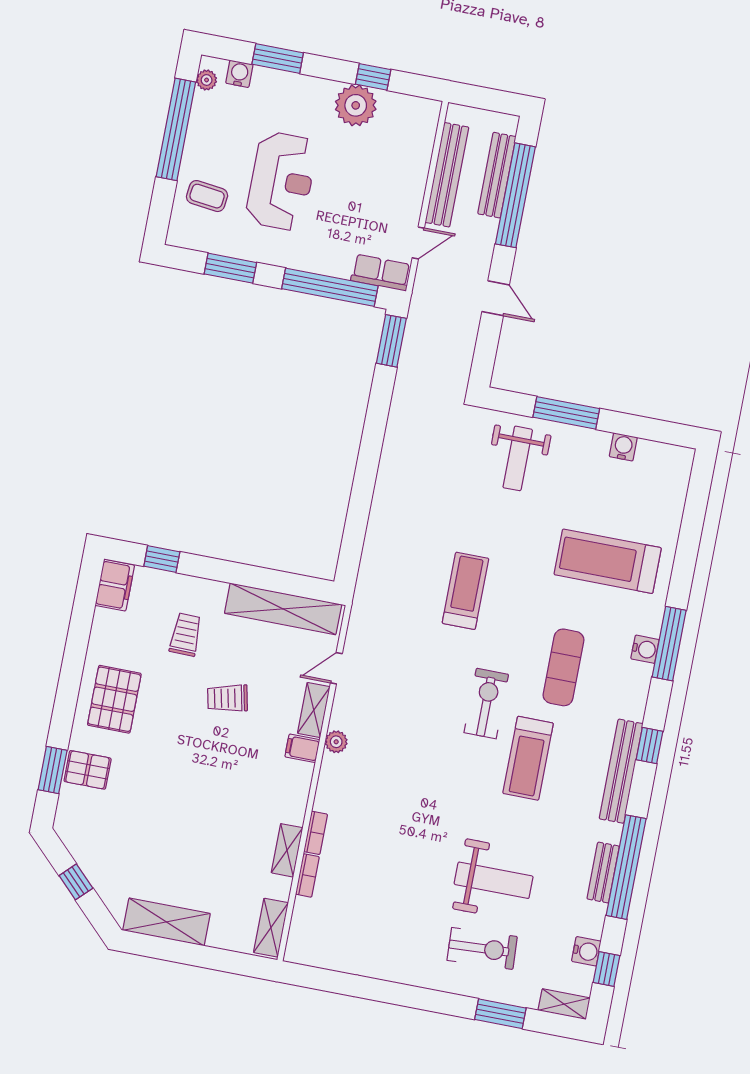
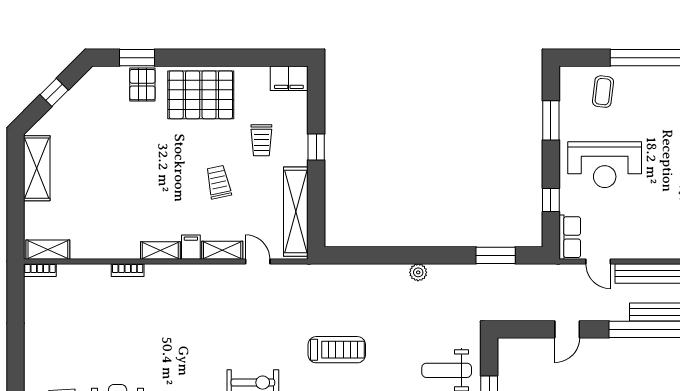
reception desk: (282, 181) -> (605, 165), moved
window: (330, 287) -> (551, 200), width x0.32
window: (391, 341) -> (496, 255), moved
window: (162, 559) -> (316, 147), moved
trolley: (186, 635) -> (261, 140), turned 89
pallet: (114, 699) -> (201, 95), width x1.37, depth x1.41
plant: (336, 742) -> (418, 272), moved
shelving: (287, 850) -> (160, 251), moved
bookcase: (307, 875) -> (40, 270), moved

